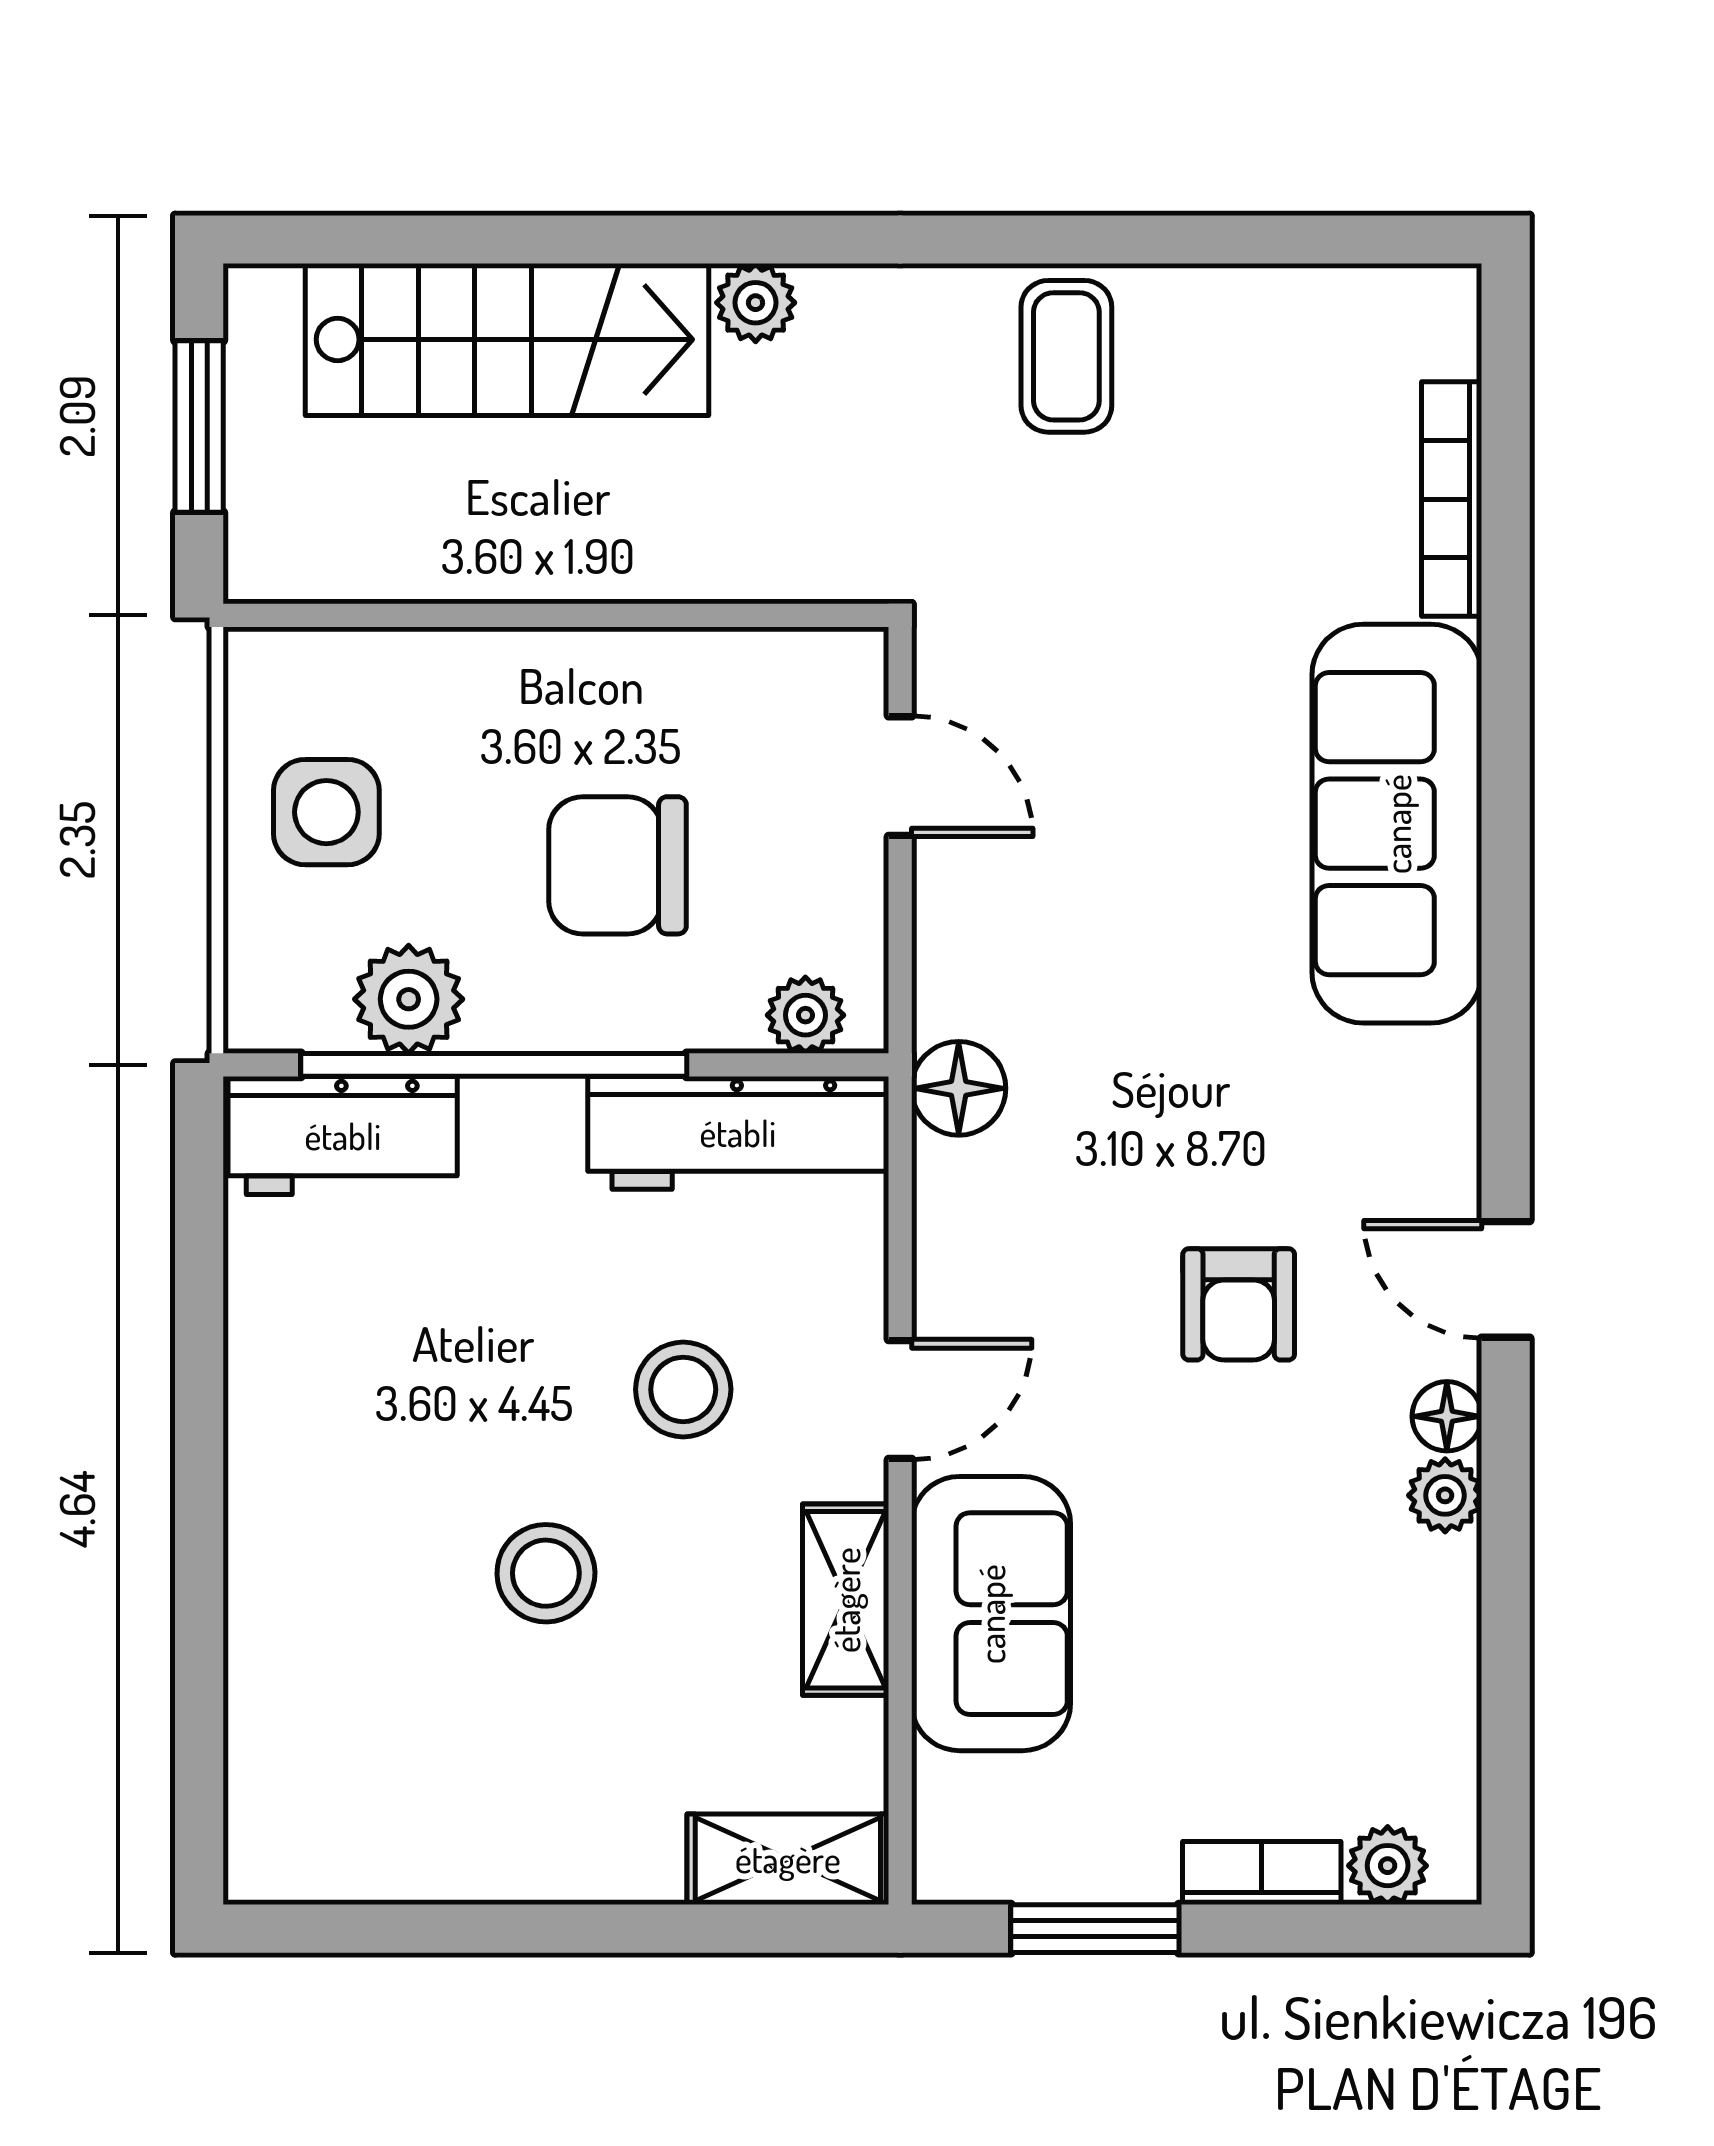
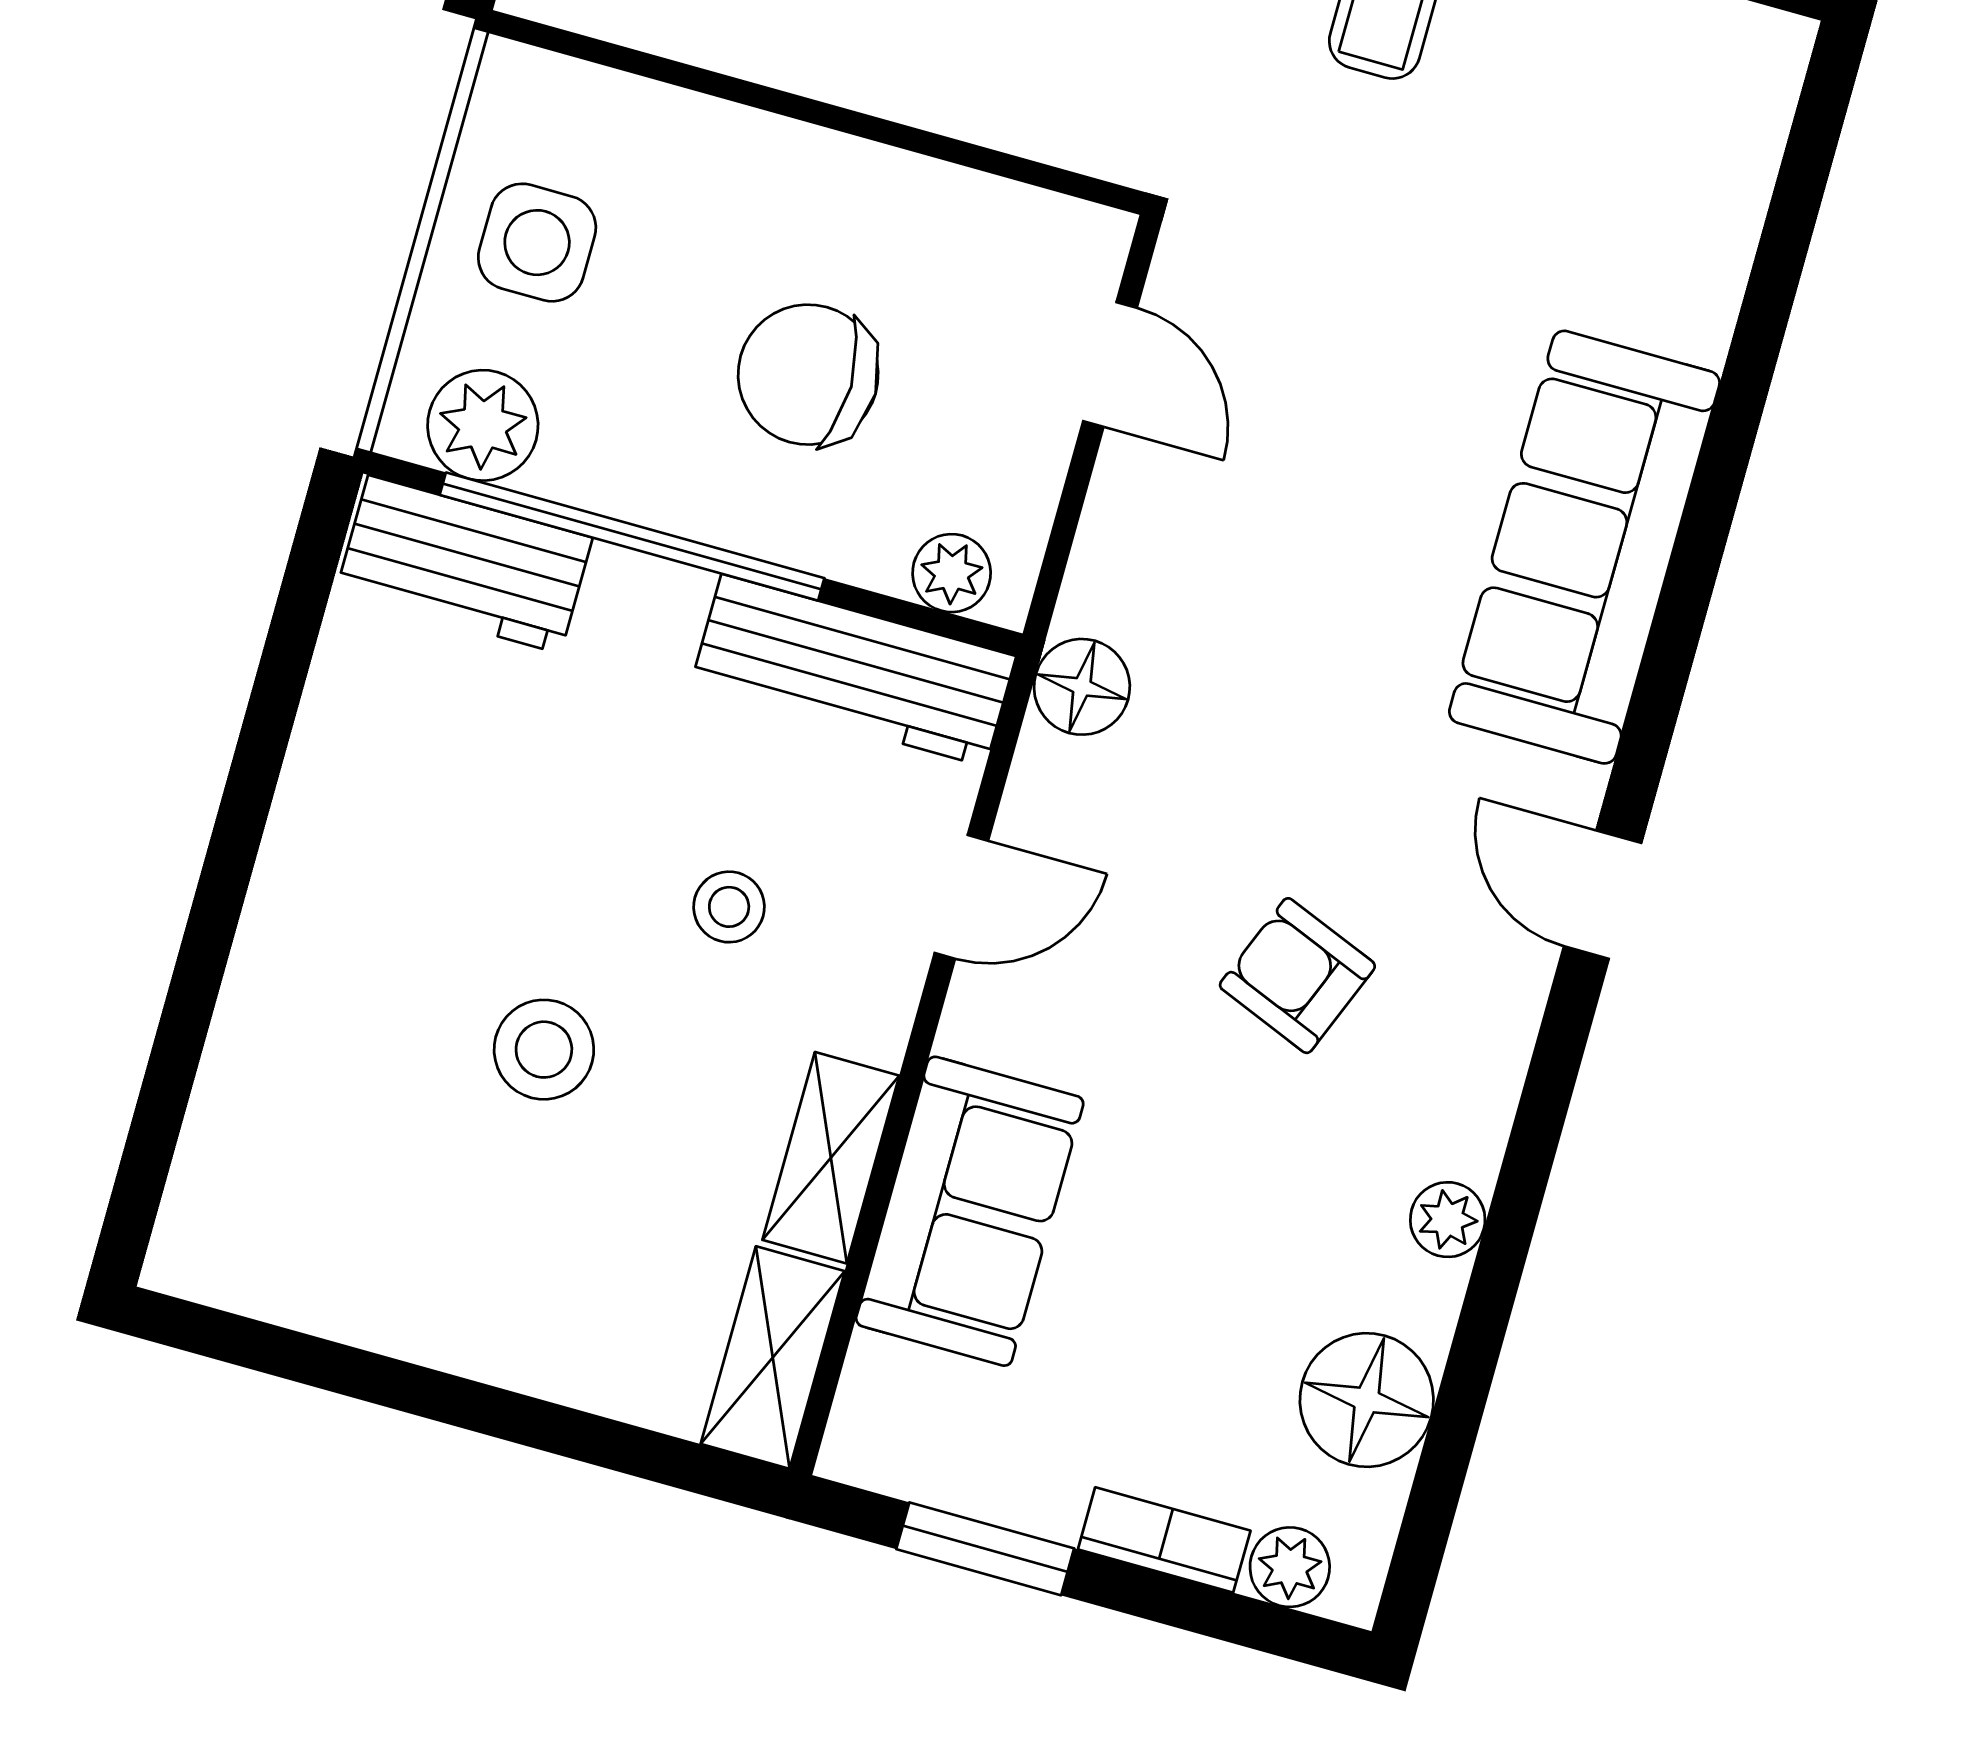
bookcase: (1452, 499) -> (1727, 244), removed
plant: (409, 999) -> (483, 425), moved
door: (1506, 1279) -> (1602, 895), moved
armchair: (1239, 1304) -> (1297, 976), turned 112
stool: (683, 1389) -> (729, 907), width x0.73, depth x0.73
door: (900, 1400) -> (961, 897), moved
floor lamp: (1447, 1416) -> (1367, 1400), moved, width x1.89, depth x1.89
shelving: (788, 1859) -> (773, 1358), moved, turned 90

